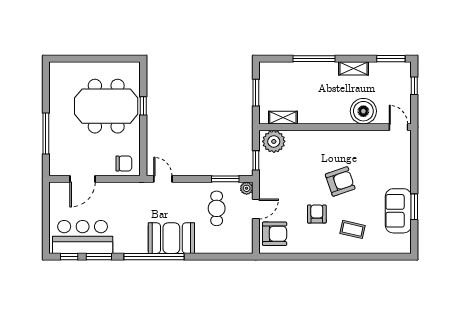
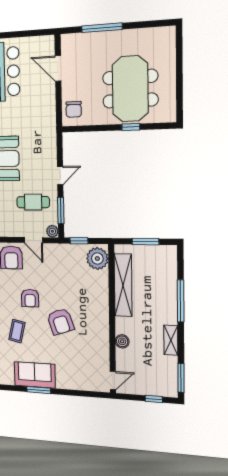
boiler: (363, 111) -> (122, 341), width x0.54, depth x0.54
shelving: (283, 118) -> (123, 285), width x2.20, depth x1.33
door: (163, 179) -> (60, 176), moved
armchair: (317, 214) -> (30, 298), turned 90

